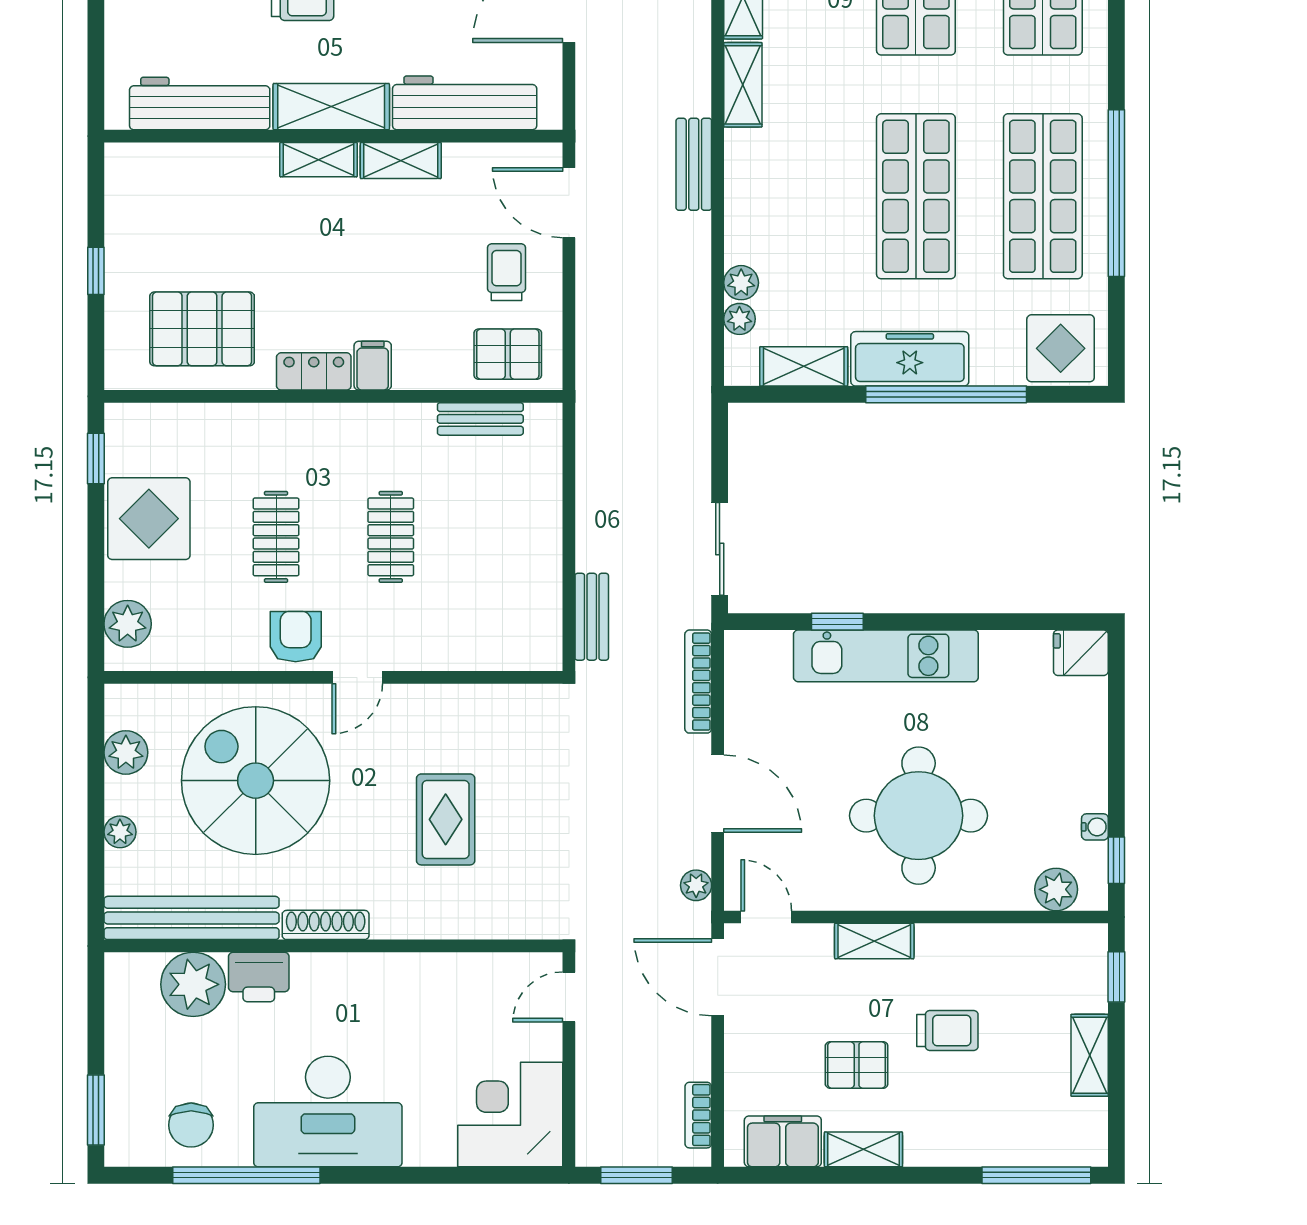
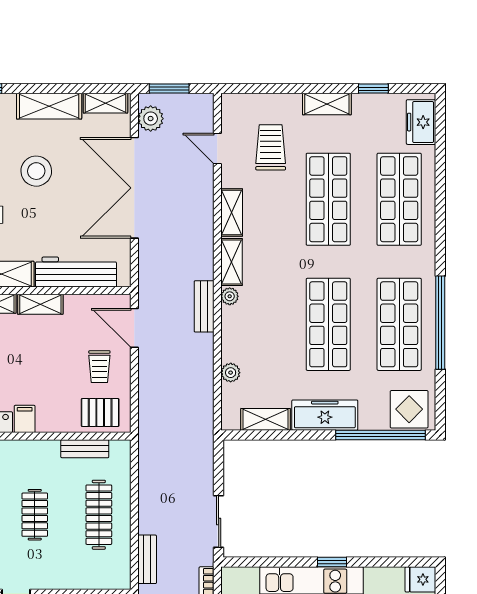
trolley: (506, 272) -> (99, 367), turned 180
plant: (739, 319) -> (230, 296), moved
window: (946, 394) -> (380, 435), moved
clothes rail: (505, 537) -> (99, 515), added
window: (837, 622) -> (332, 562), moved

